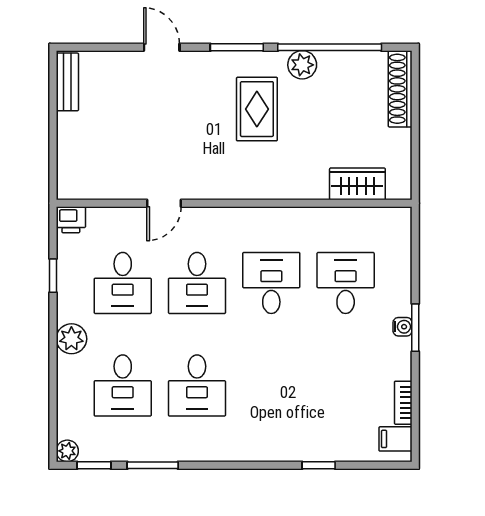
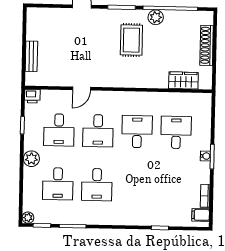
bench: (67, 82) -> (31, 56), moved
shoe rack: (400, 89) -> (207, 45), moved

